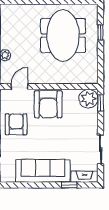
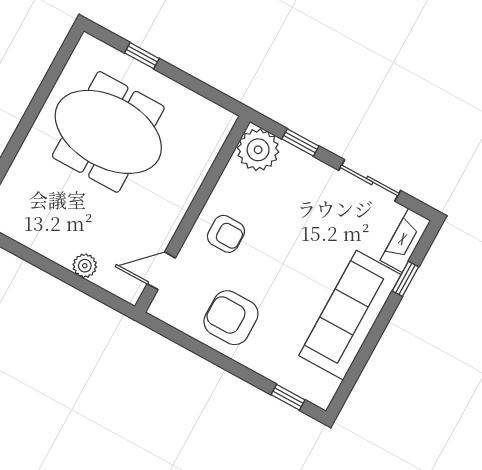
door: (20, 87) -> (161, 271), hinge flipped
window: (101, 103) -> (300, 142), moved
armchair: (48, 104) -> (226, 234), width x0.53, depth x0.53

